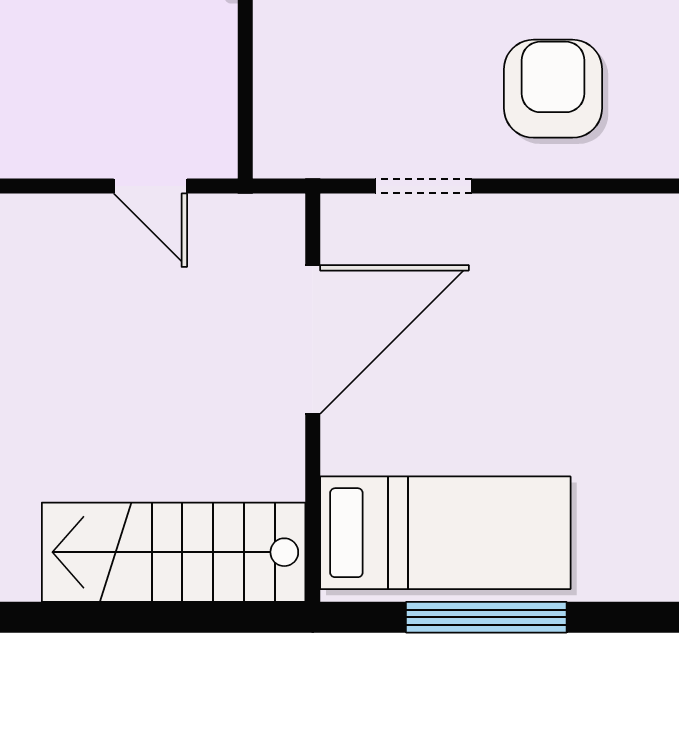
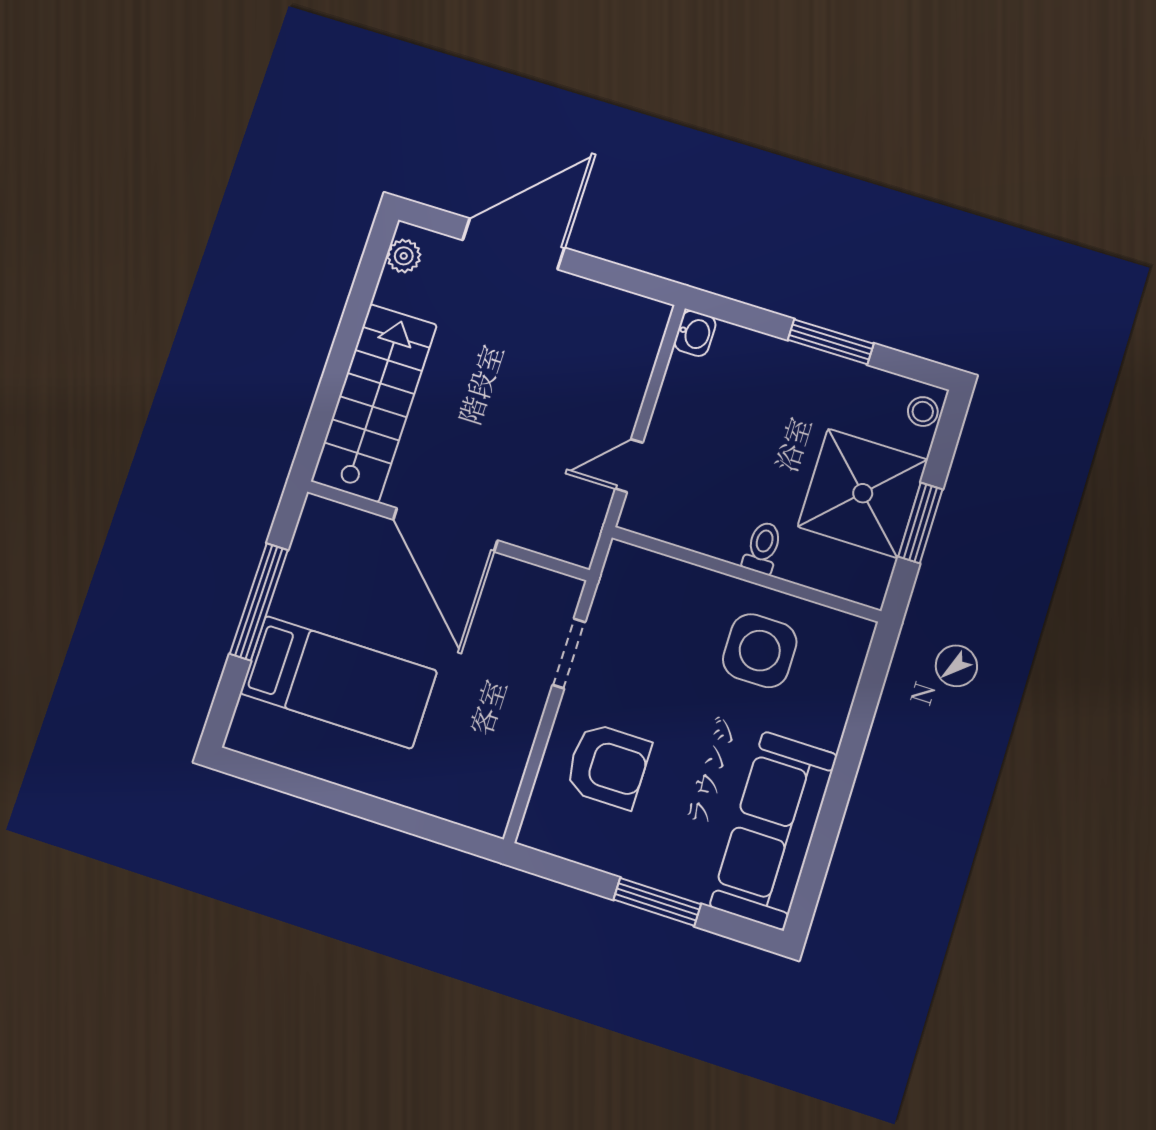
door: (313, 339) -> (445, 530), moved
bed: (445, 533) -> (338, 682), moved, turned -90

